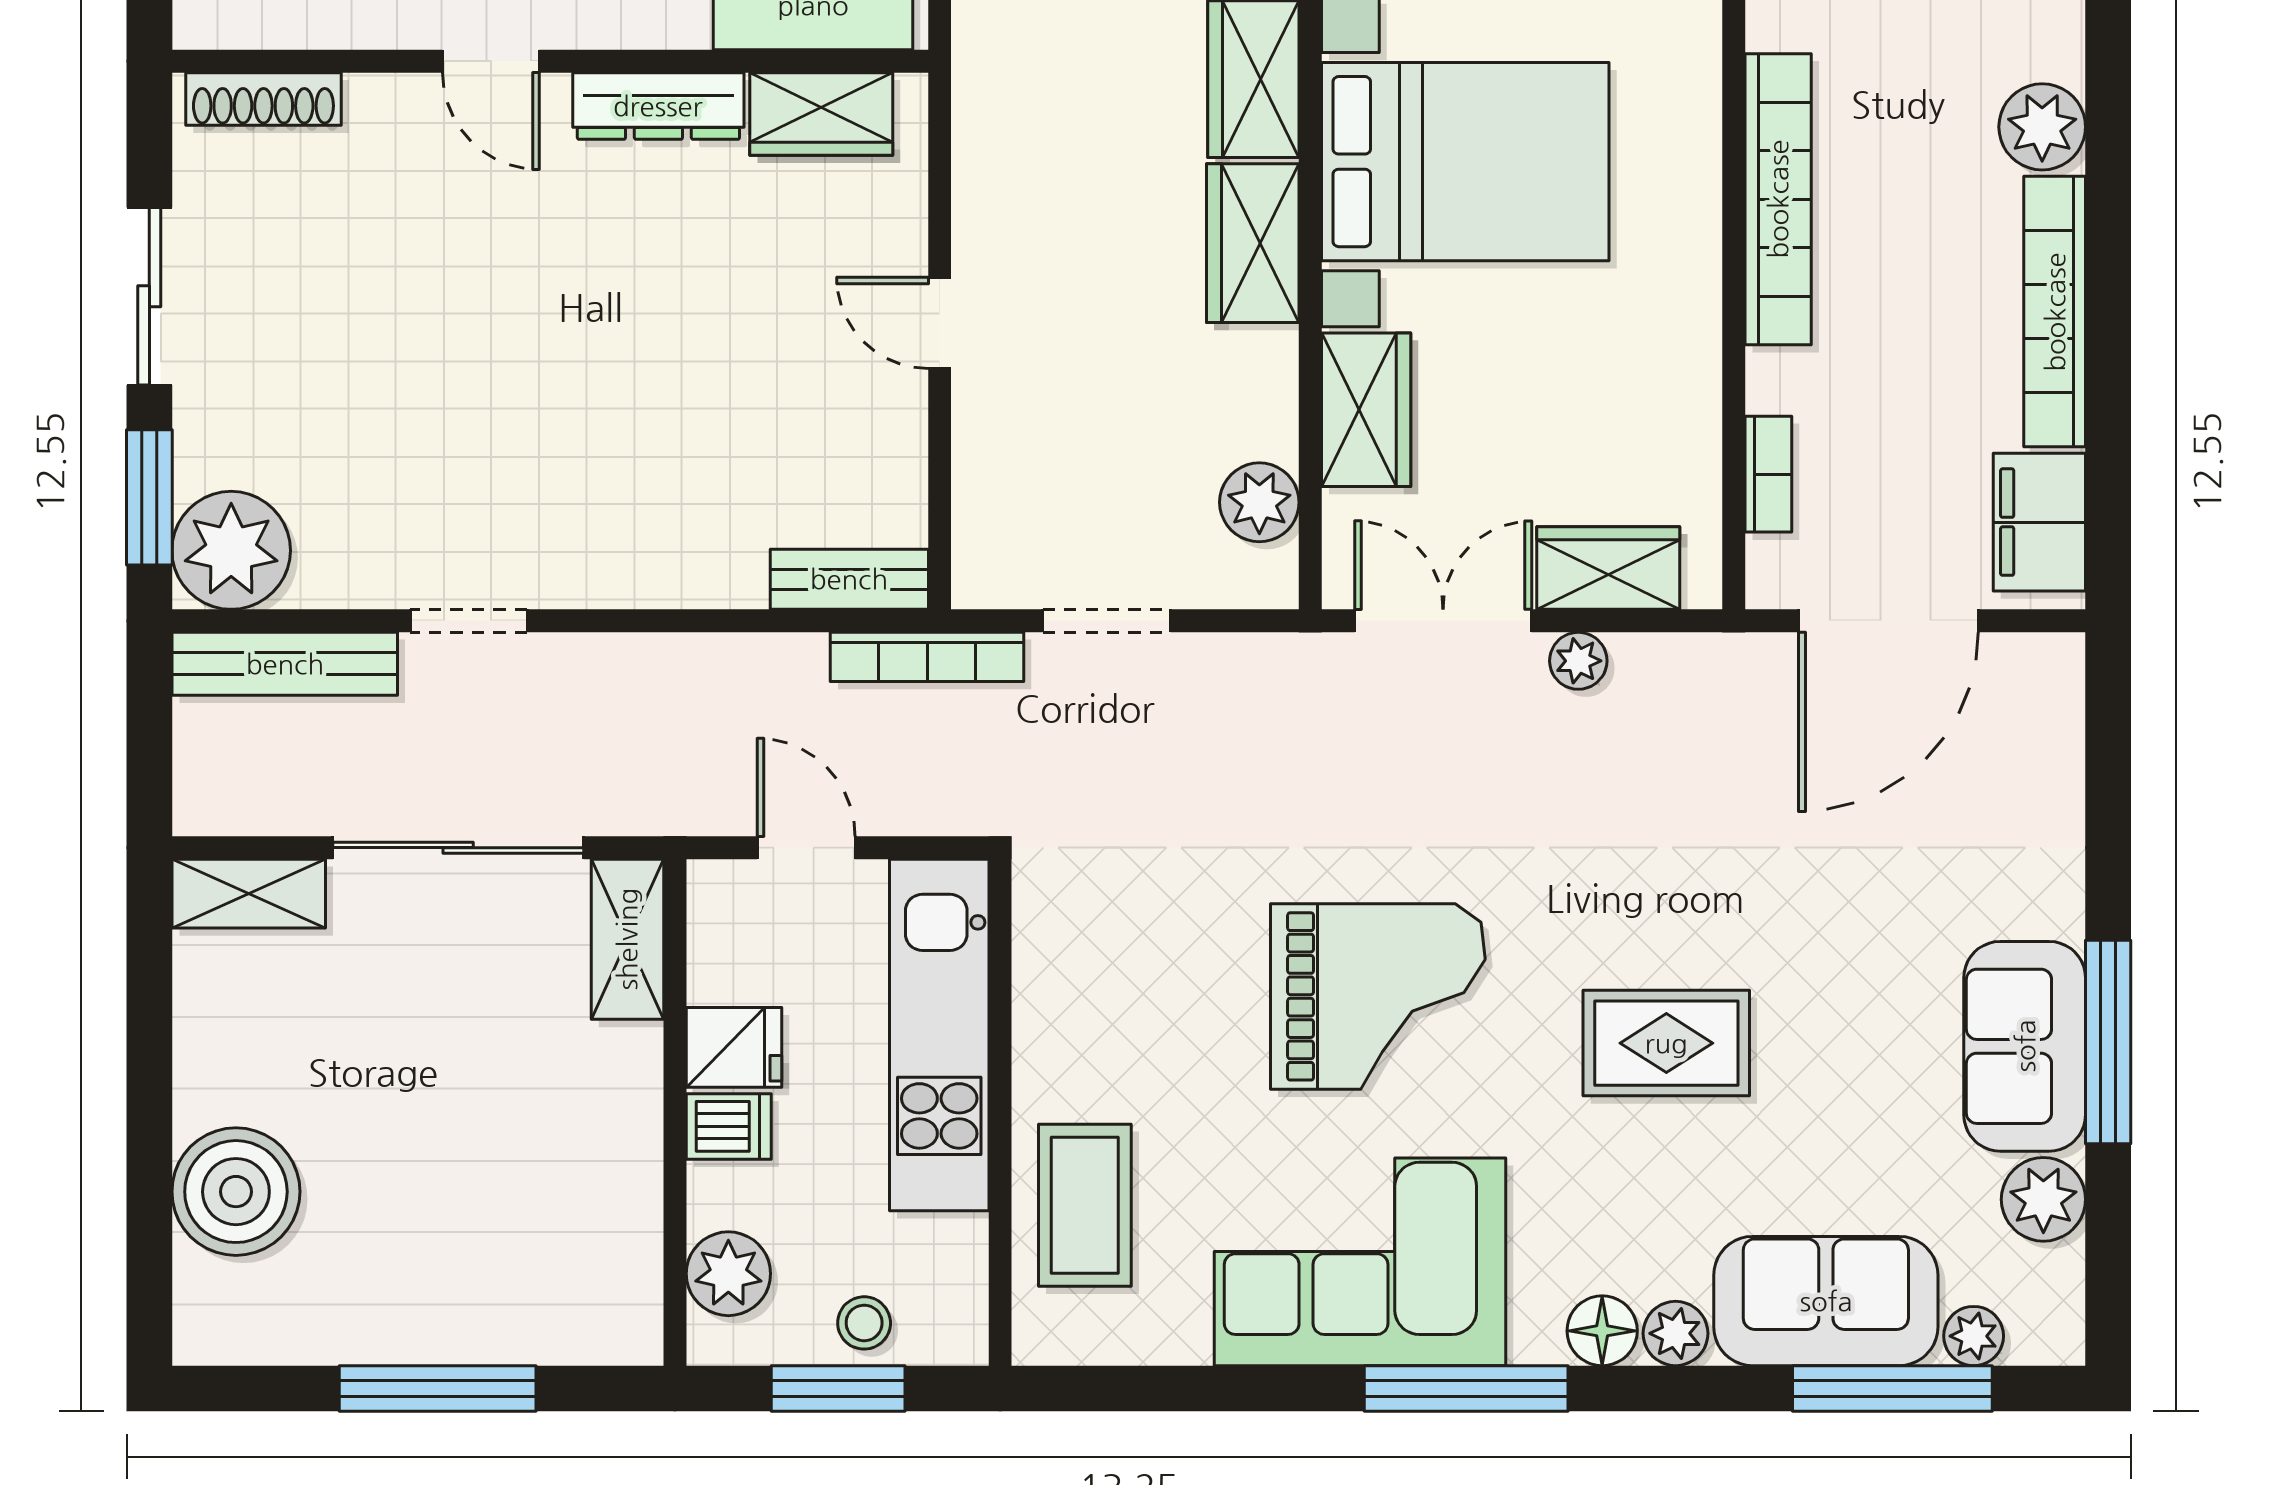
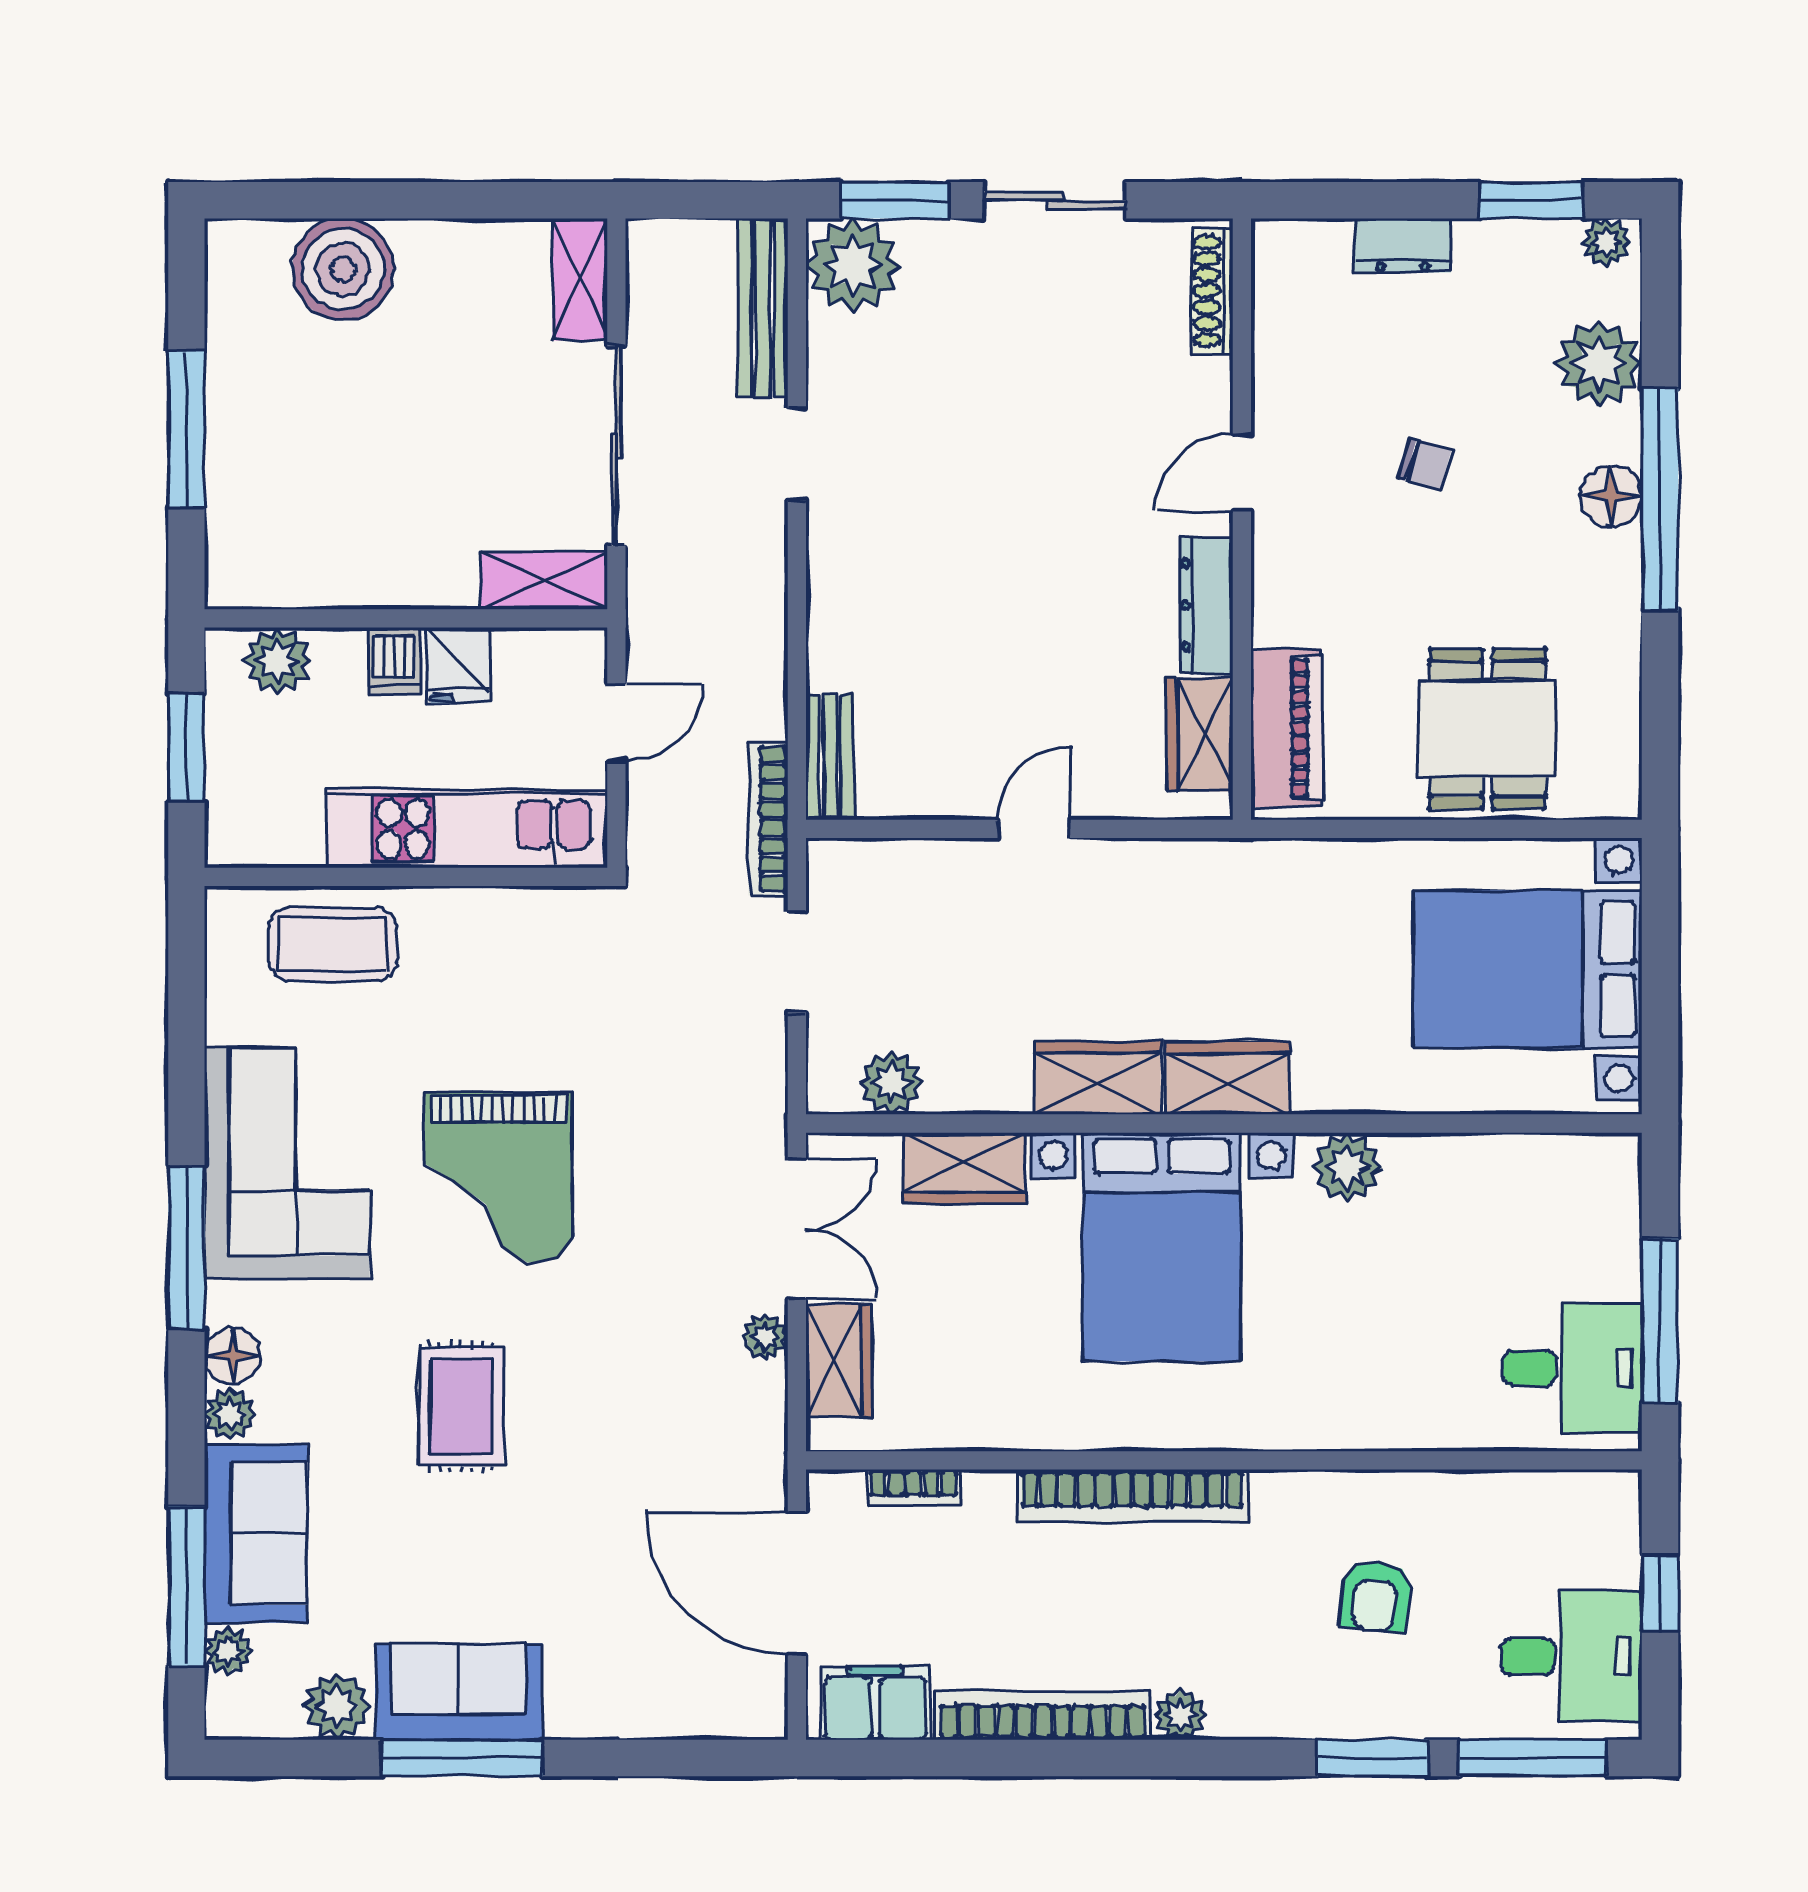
plant: (2042, 127) -> (1180, 1715), width x0.73, depth x0.73
stool: (864, 1323) -> (239, 769), removed

